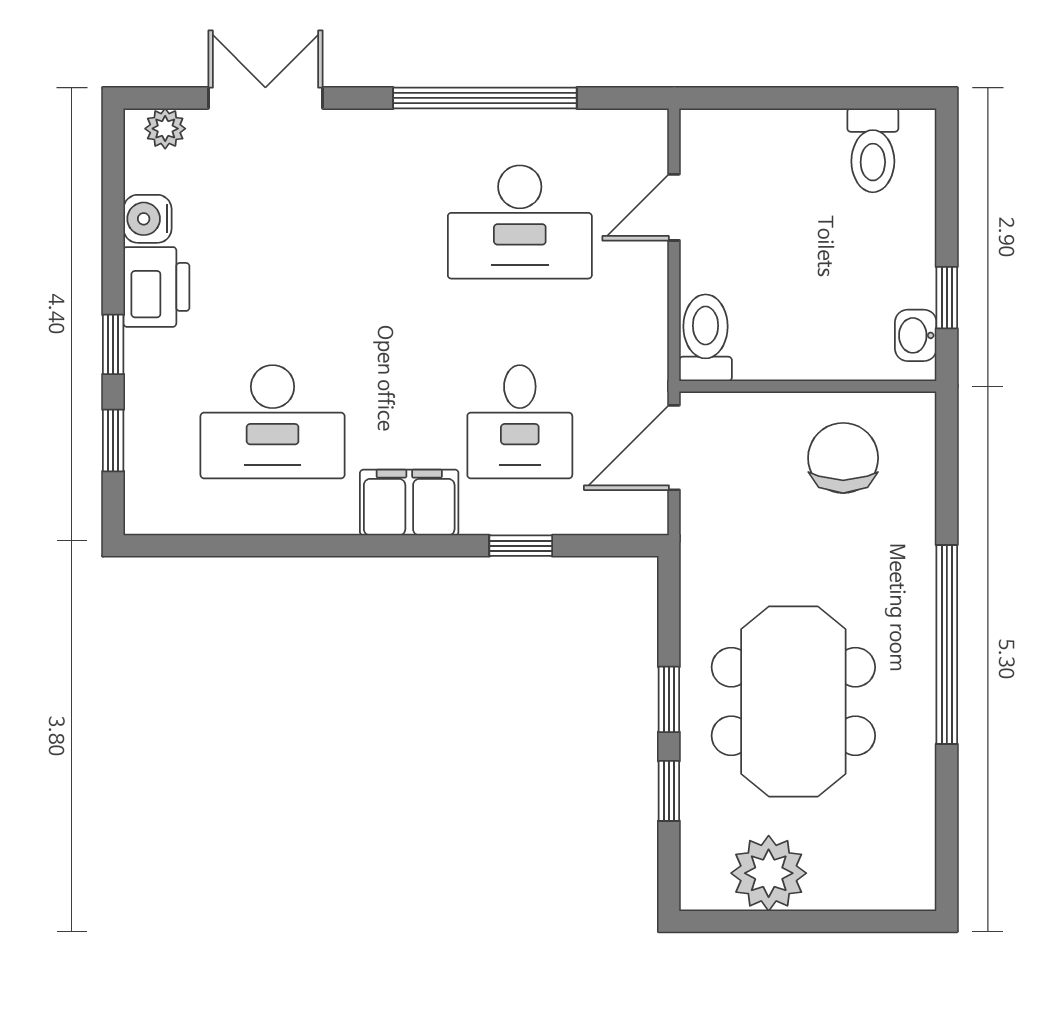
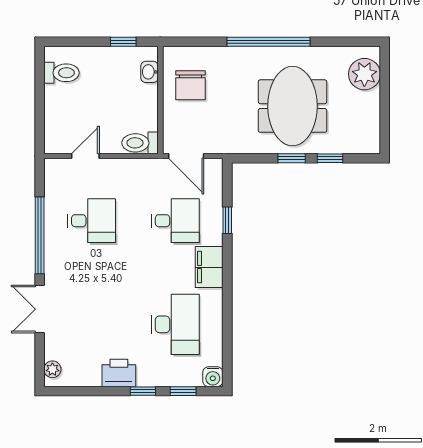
double door: (265, 98) -> (40, 309), moved
door: (674, 207) -> (85, 156), swing flipped
water cooler: (147, 219) -> (213, 377), moved
desk: (520, 222) -> (92, 221), width x0.73
washbasin: (916, 335) -> (150, 72), moved, turned 90
chair: (843, 458) -> (190, 85), turned -90
meeting table: (793, 701) -> (292, 106), turned 90
plant: (769, 873) -> (364, 74), moved

